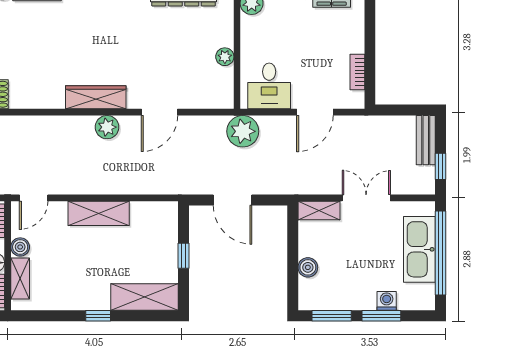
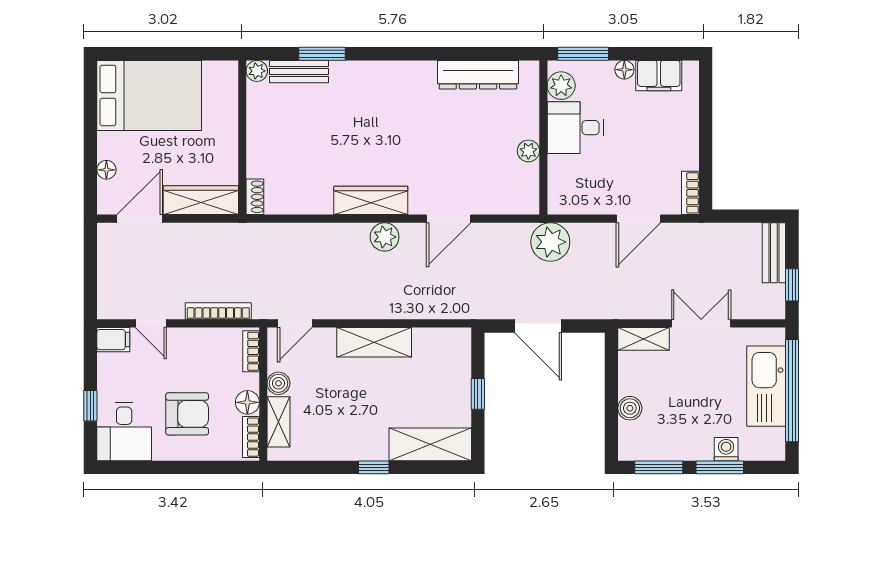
bookcase: (357, 72) -> (690, 193), moved
desk: (269, 86) -> (575, 128), moved, turned 90

